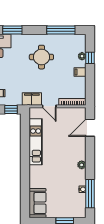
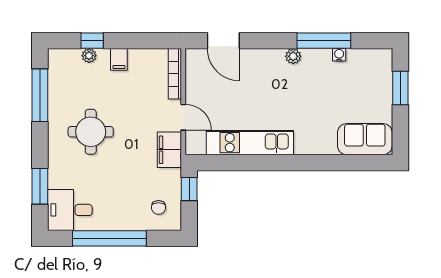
door: (49, 106) -> (183, 117), hinge flipped
window: (90, 194) -> (324, 41), moved

